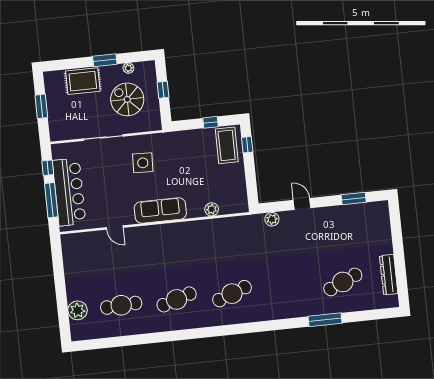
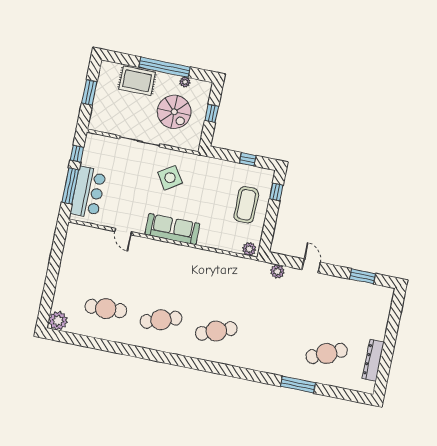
window: (105, 60) -> (165, 67), width x2.11
spiral stairs: (127, 99) -> (174, 112), turned 180
coffee table: (227, 145) -> (246, 205), moved
side table: (143, 163) -> (170, 178), turned -35
bar counter: (69, 192) -> (88, 192), width x0.73
plant: (212, 209) -> (249, 249), moved
plant: (78, 310) -> (58, 321), moved

